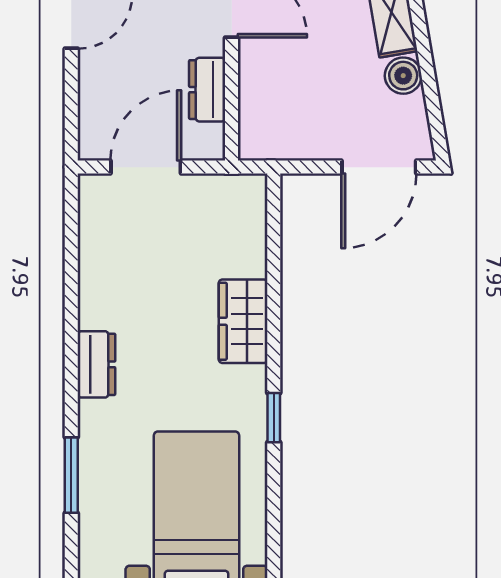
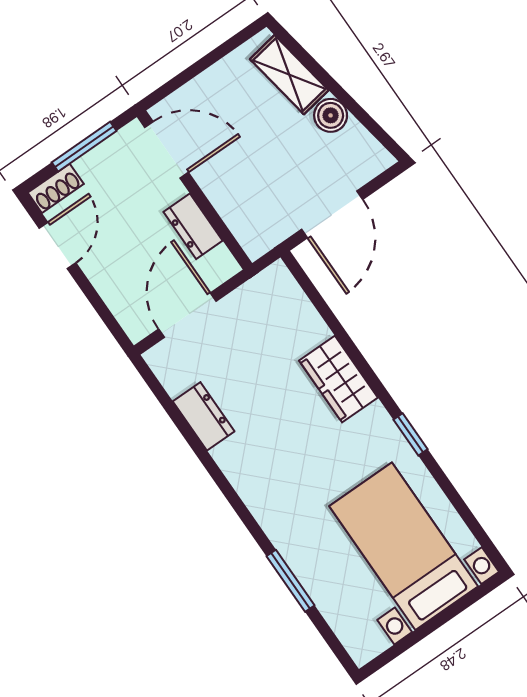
door: (379, 167) -> (332, 214), moved
dresser: (96, 364) -> (204, 416), moved

